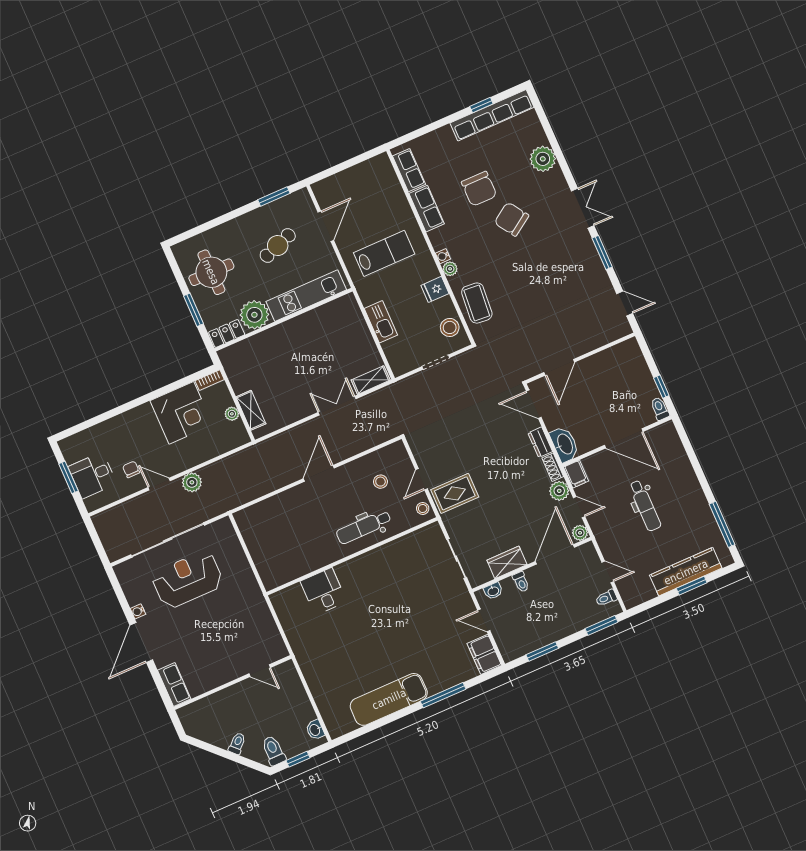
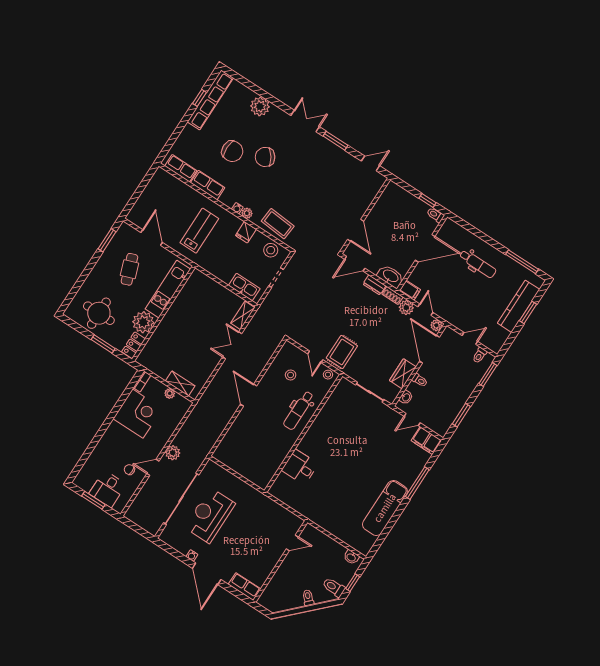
kitchen sink: (381, 322) -> (244, 287), moved
dental chair: (645, 506) -> (478, 264), moved
door: (579, 507) -> (425, 310), hinge flipped

